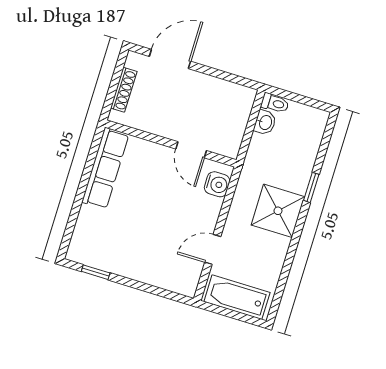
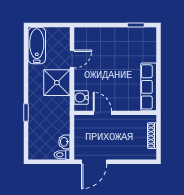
door: (170, 59) -> (94, 162), moved
shower: (278, 211) -> (57, 83), moved
bathtub: (237, 297) -> (37, 45), moved, turned -90

